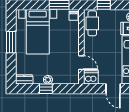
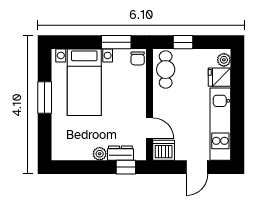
dresser: (24, 79) -> (120, 153), moved
window: (46, 89) -> (126, 167), moved
door: (113, 89) -> (197, 167), hinge flipped

